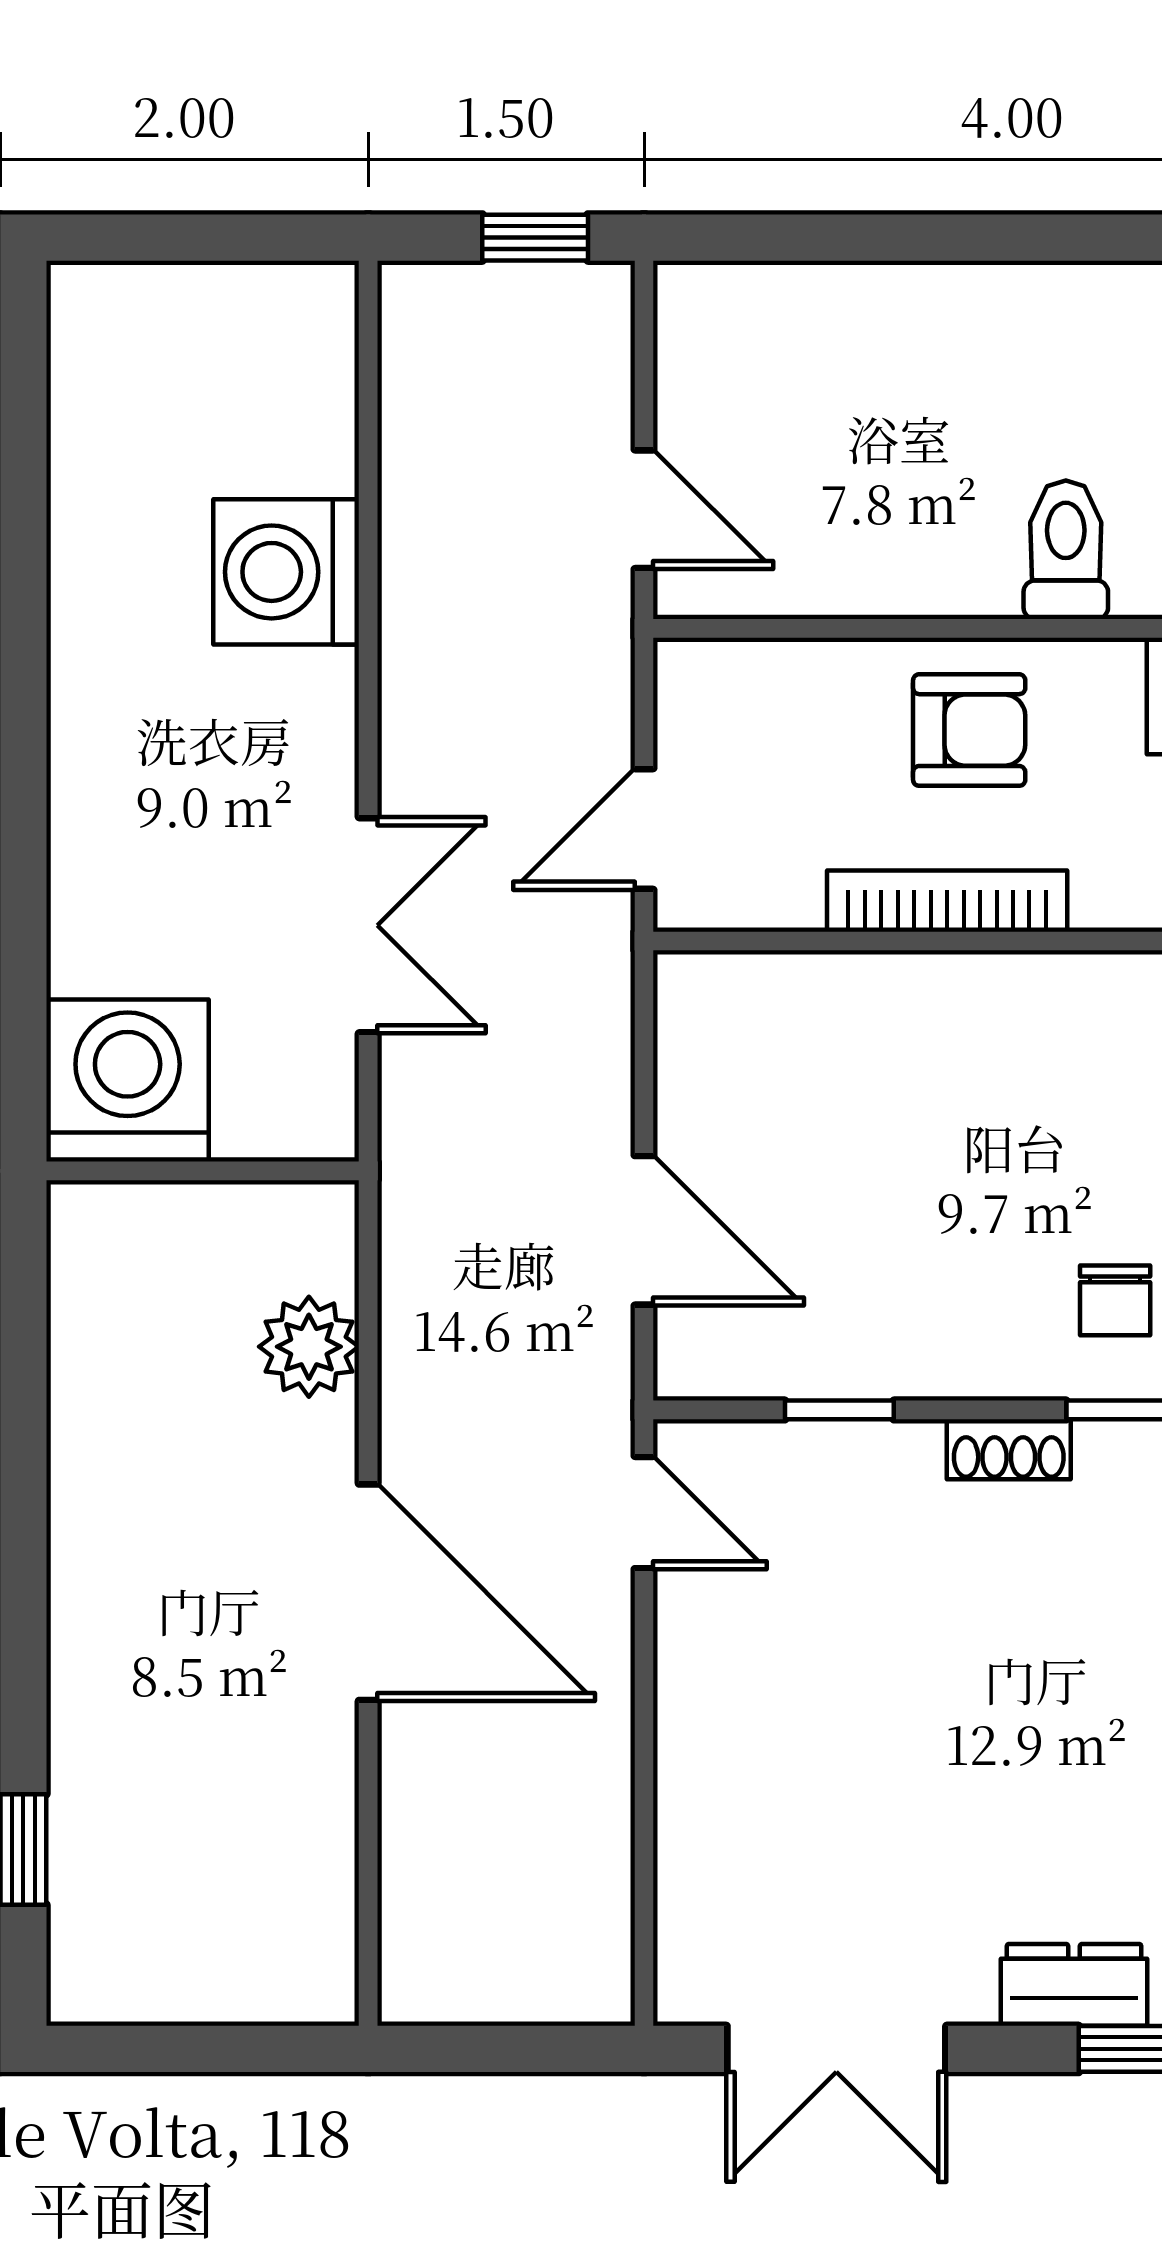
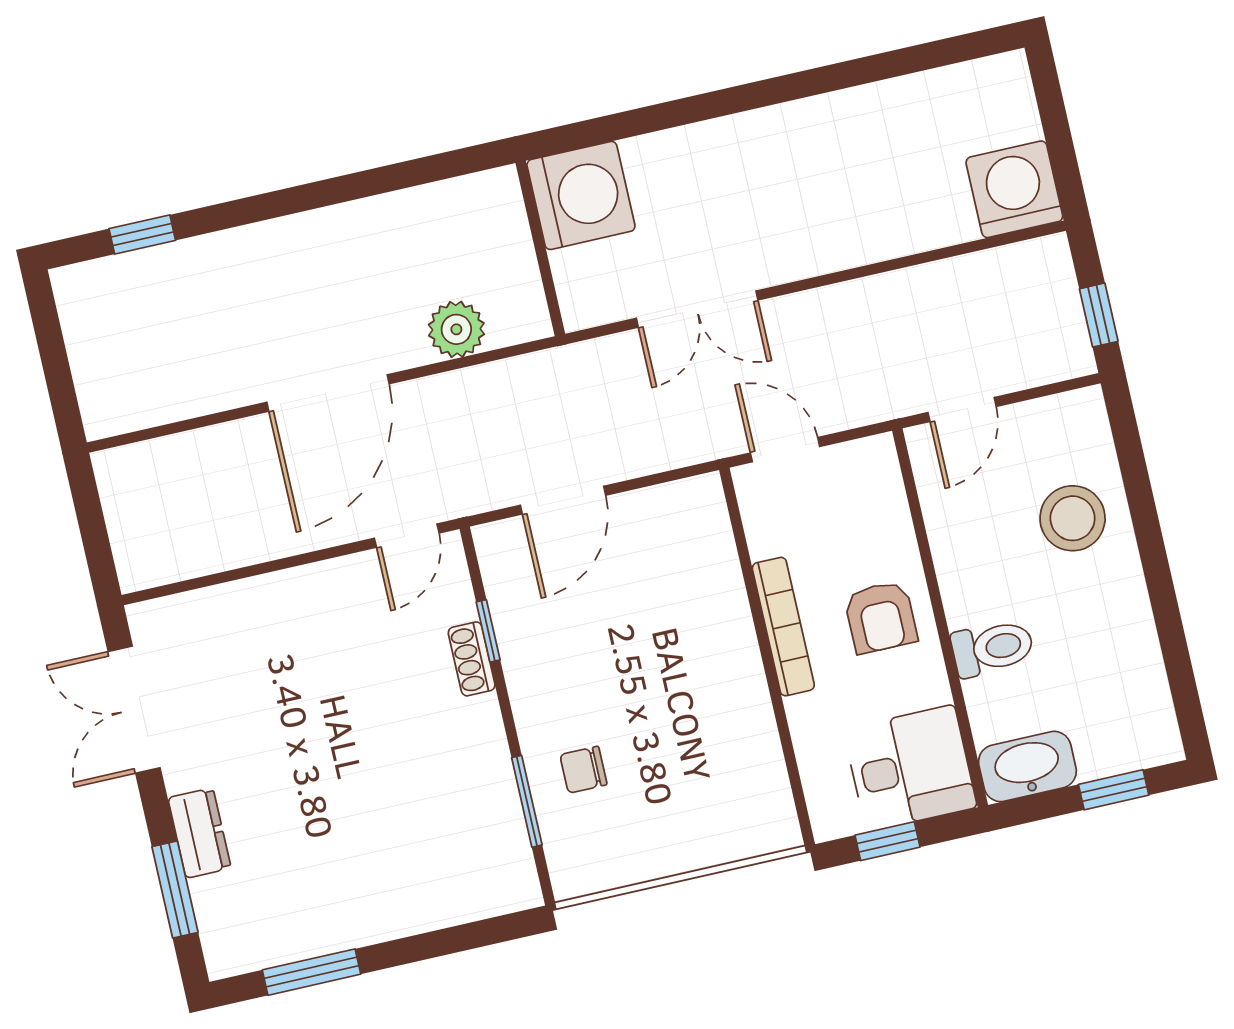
stool: (874, 362) -> (1073, 518), added
washing machine: (286, 572) -> (1014, 189), moved
shoe rack: (1009, 1449) -> (472, 659), moved

